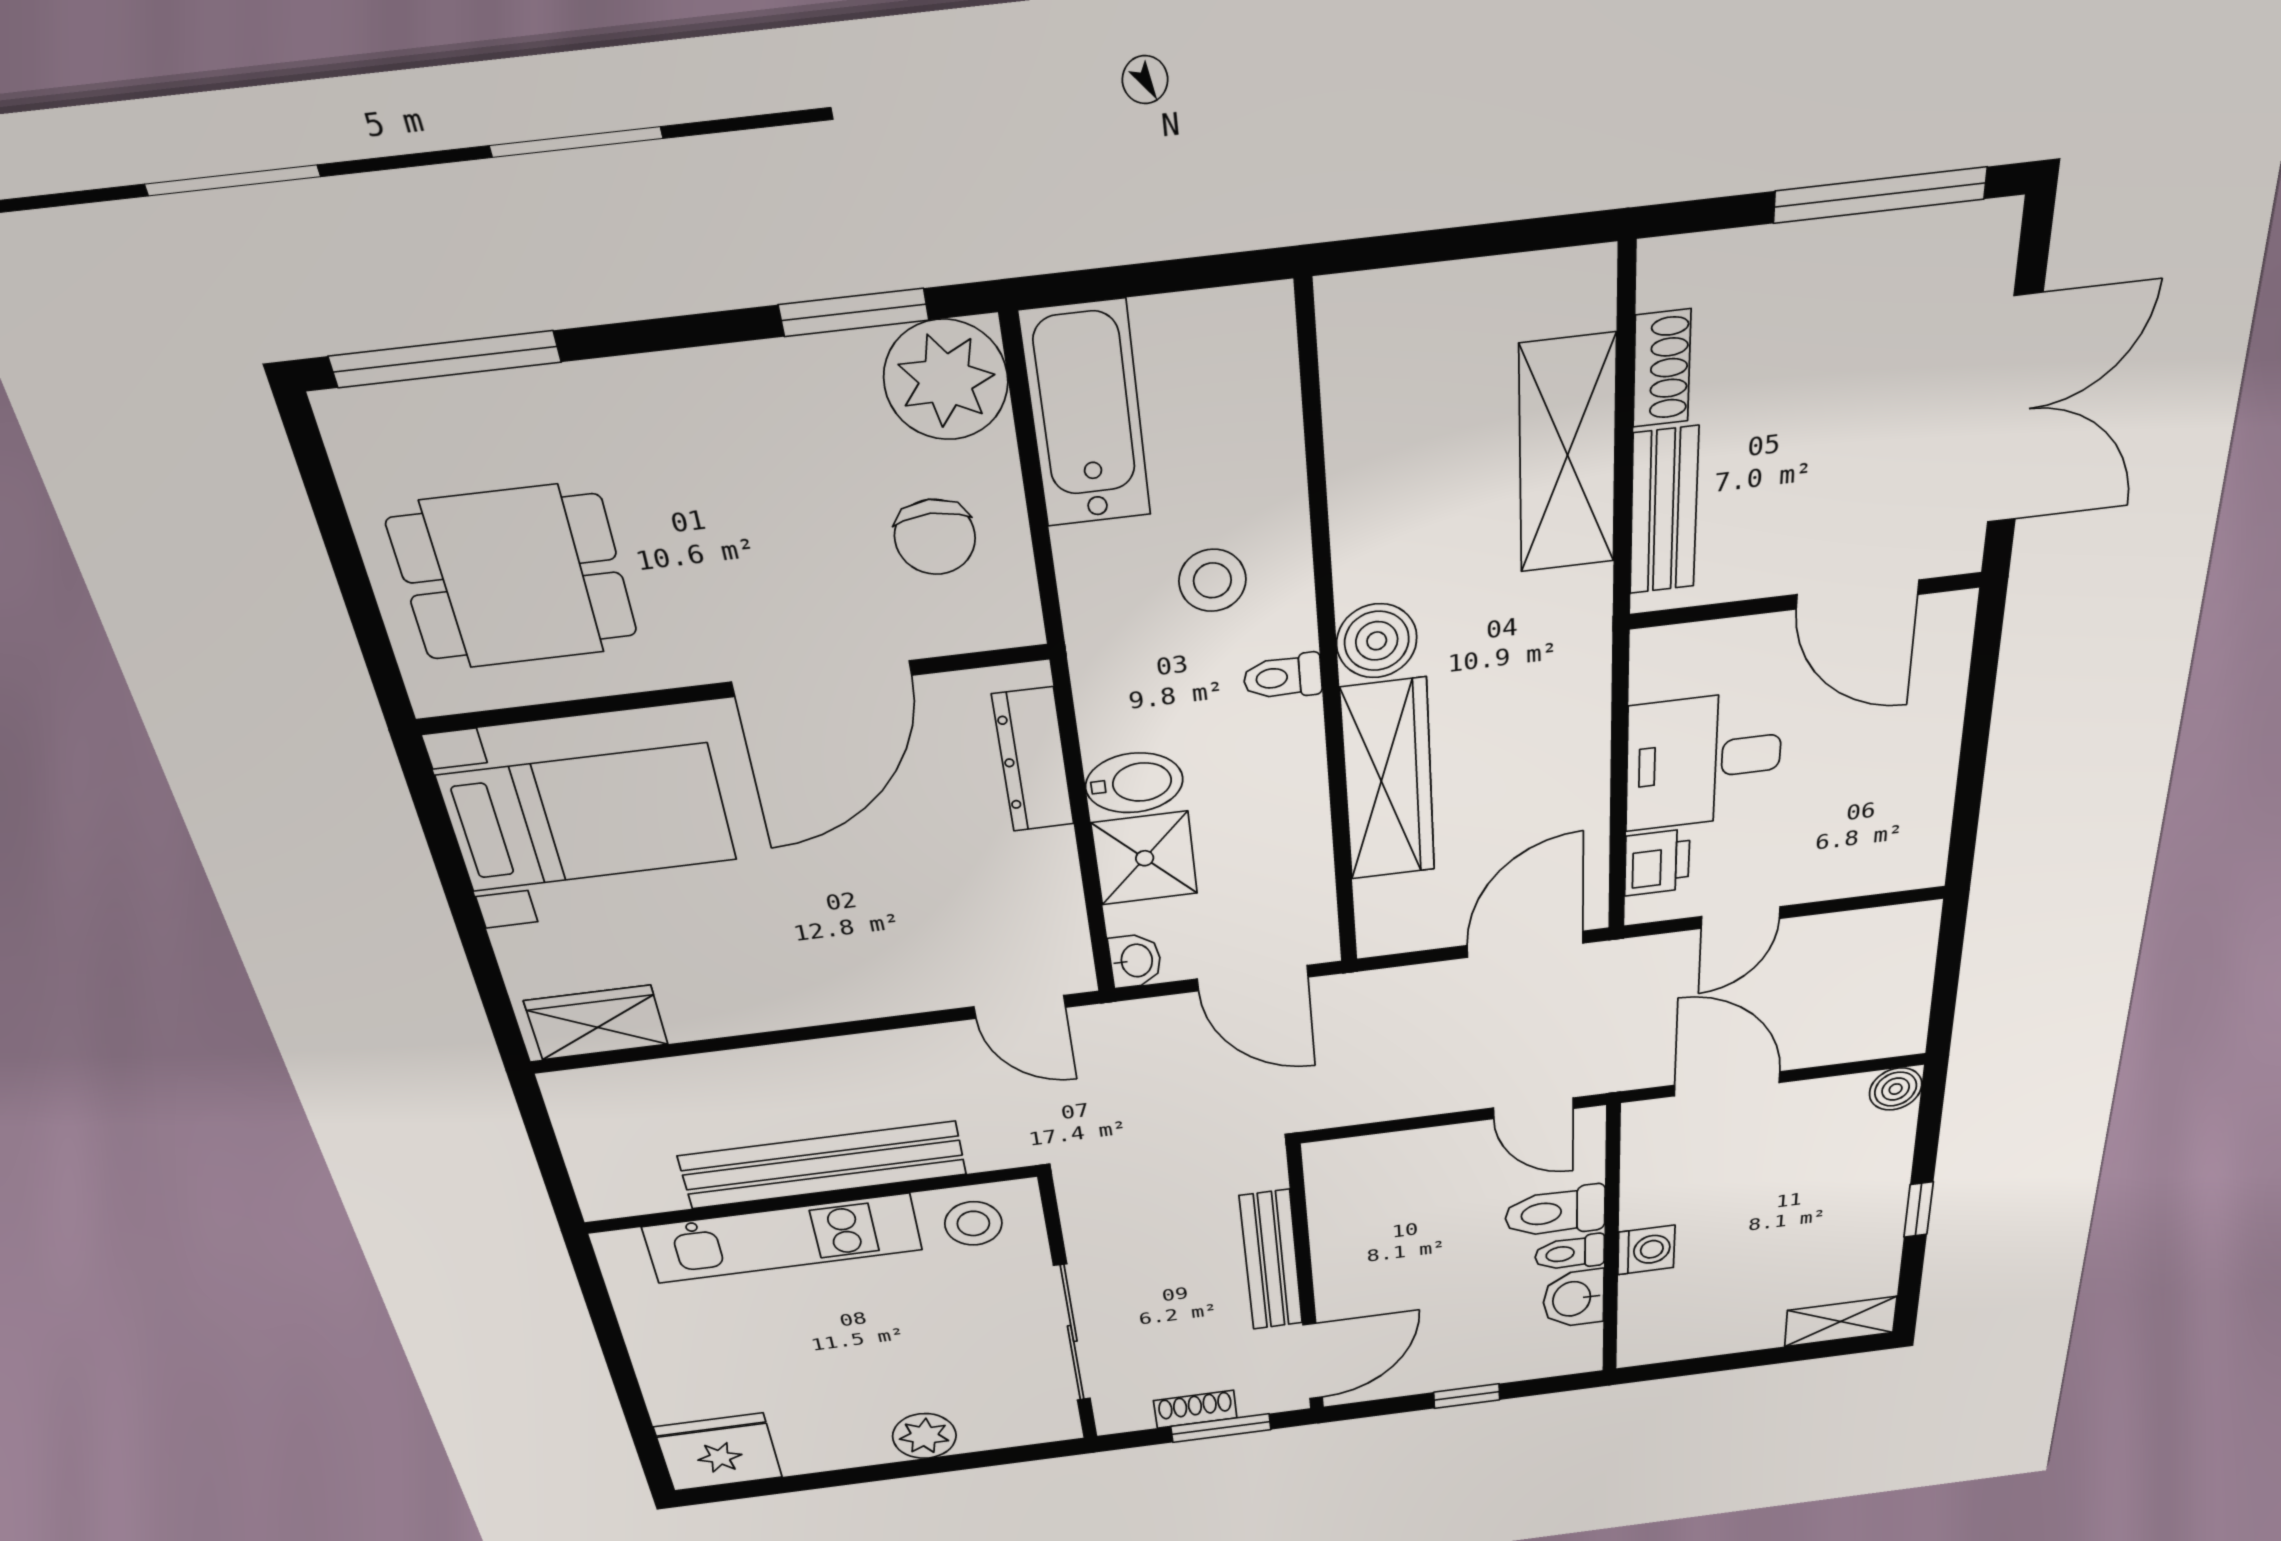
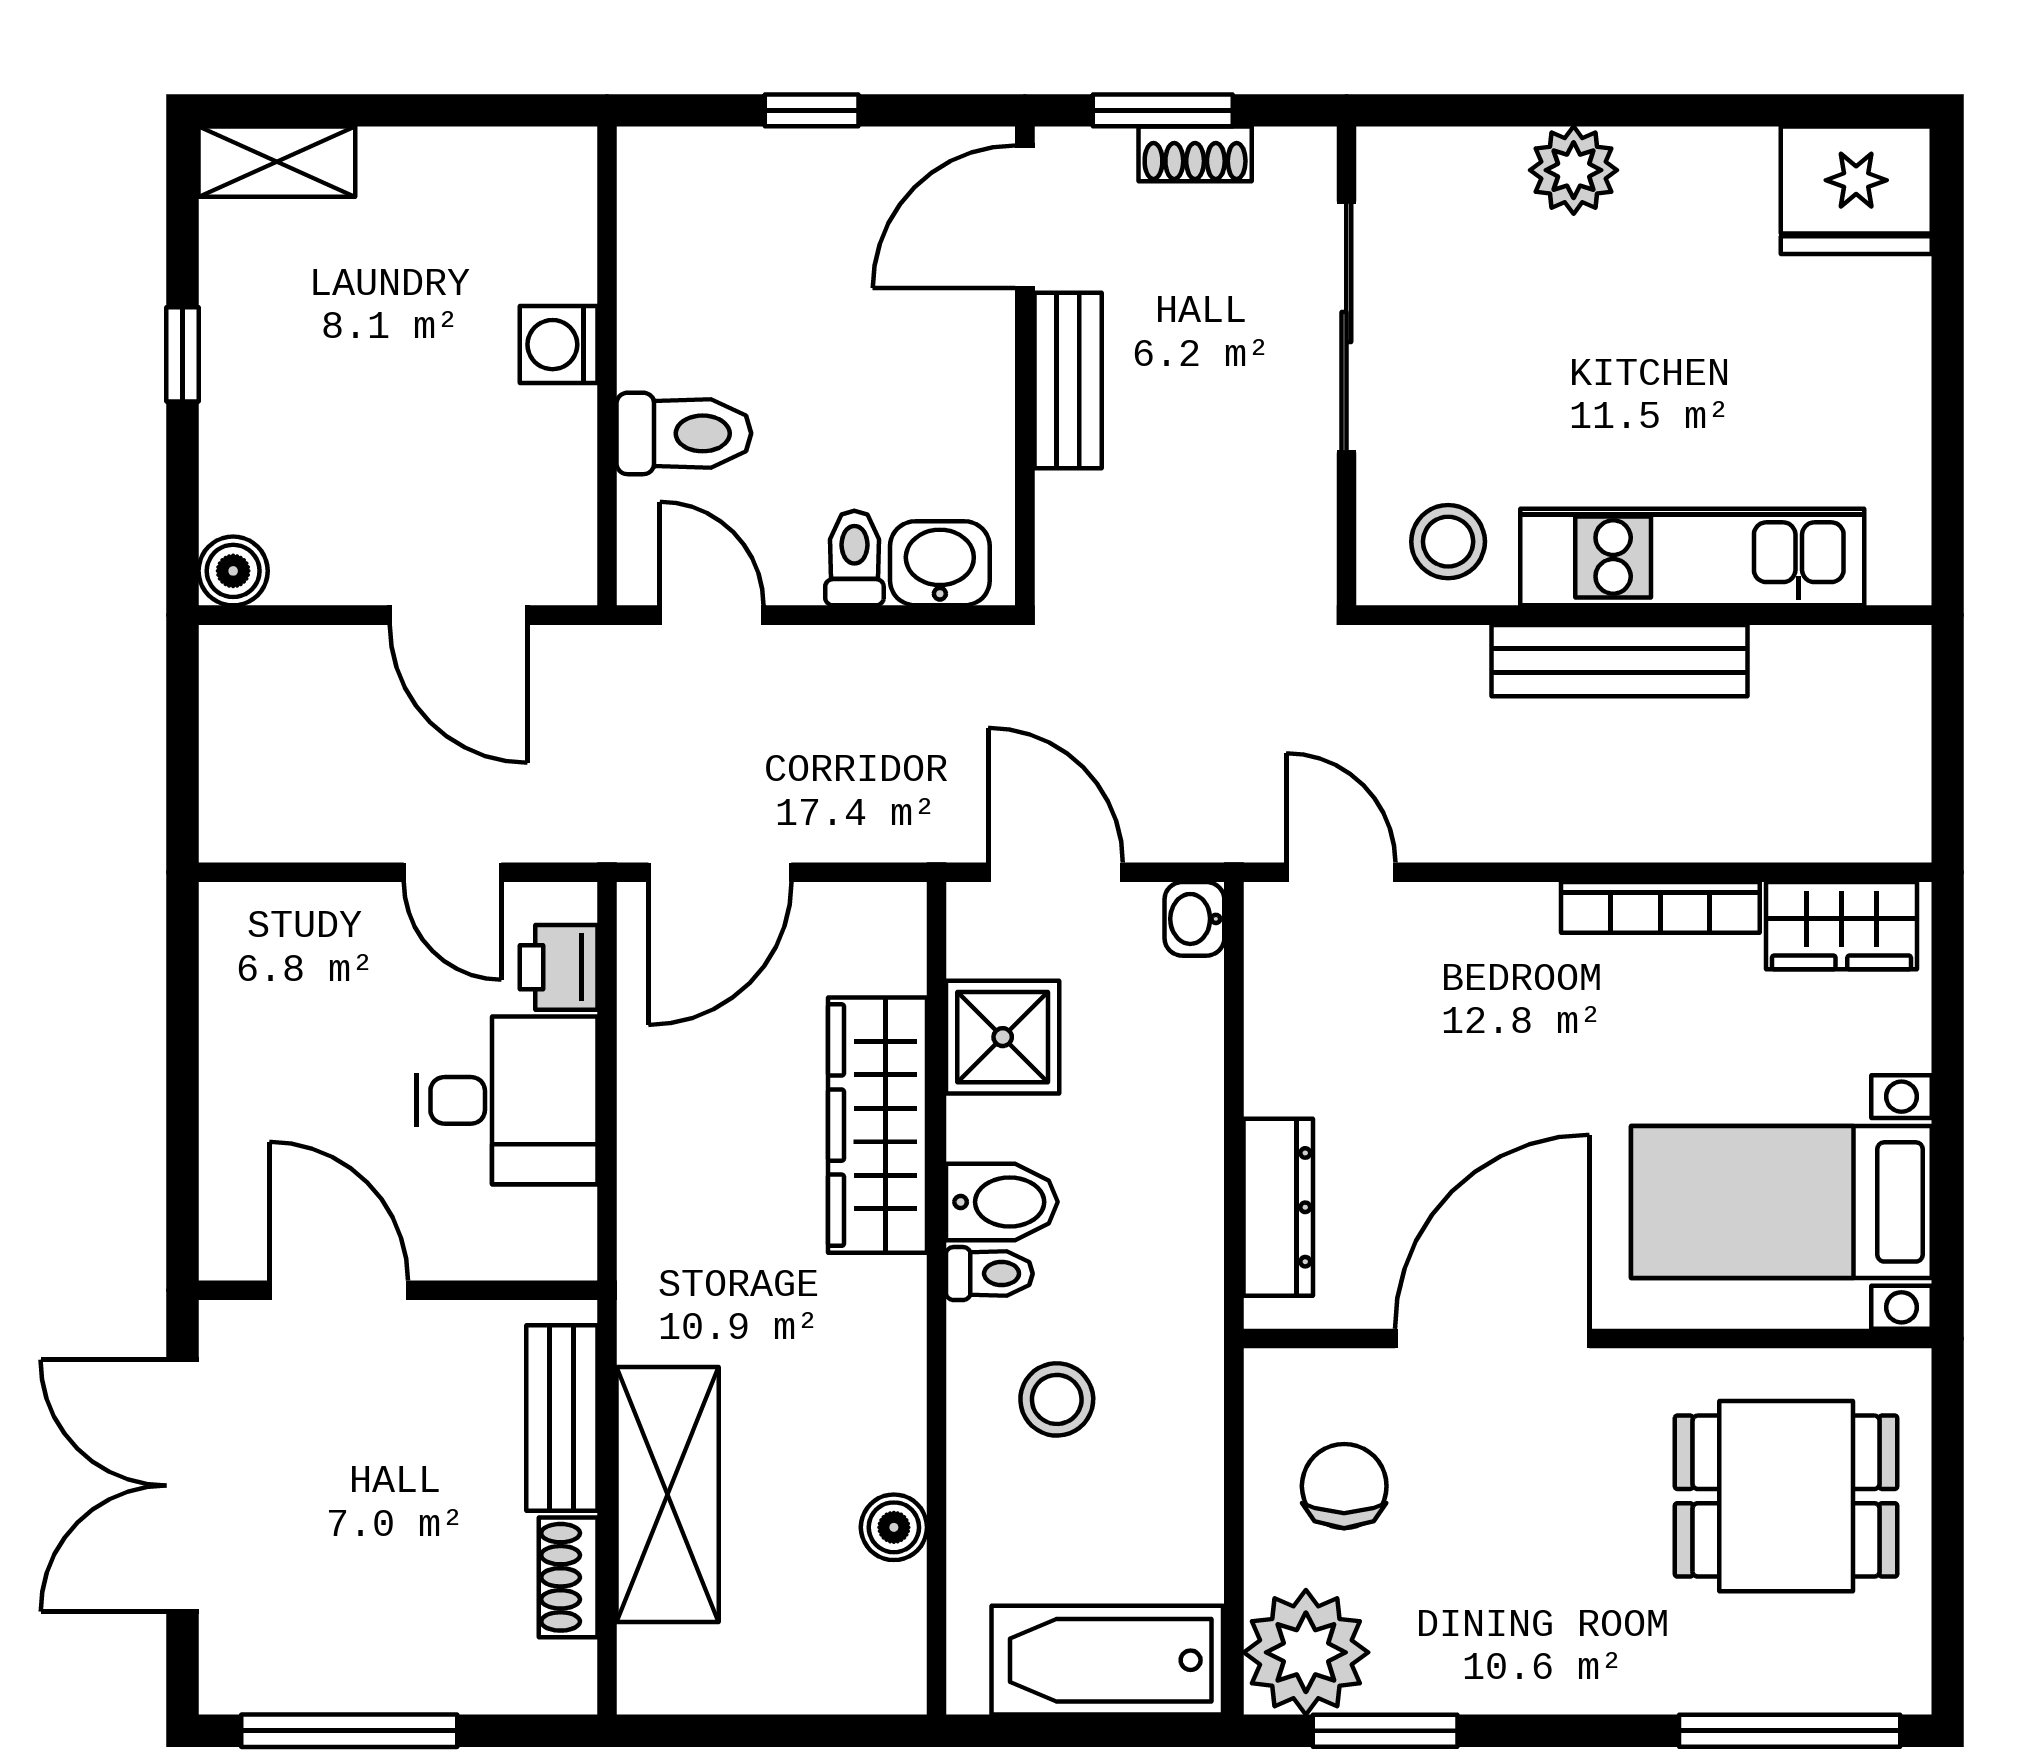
bathtub: (1086, 415) -> (1107, 1660), moved, turned 90
boiler: (1377, 641) -> (894, 1527), moved, width x0.73, depth x0.73
bidet: (1134, 783) -> (1002, 1202), moved, turned 180
shower: (1145, 858) -> (1003, 1037), moved
door: (1741, 918) -> (453, 872), swing flipped
bookcase: (751, 1016) -> (1660, 907), added
bench: (823, 1165) -> (1619, 661), width x0.73, depth x0.82
toilet: (1570, 1253) -> (854, 558), moved, turned -90
bench: (1271, 1260) -> (1068, 380), width x0.73
washbasin: (1574, 1299) -> (940, 563), moved, turned -90

